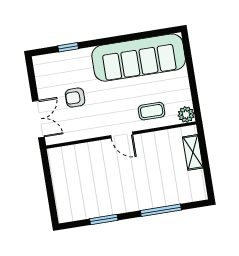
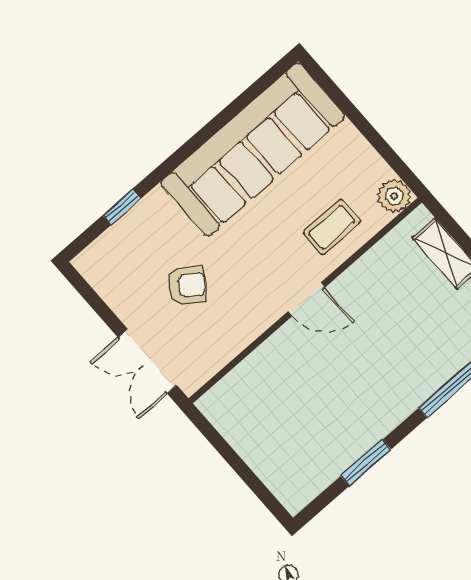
armchair: (75, 98) -> (187, 285), turned -145
double door: (38, 119) -> (147, 361), swing flipped

